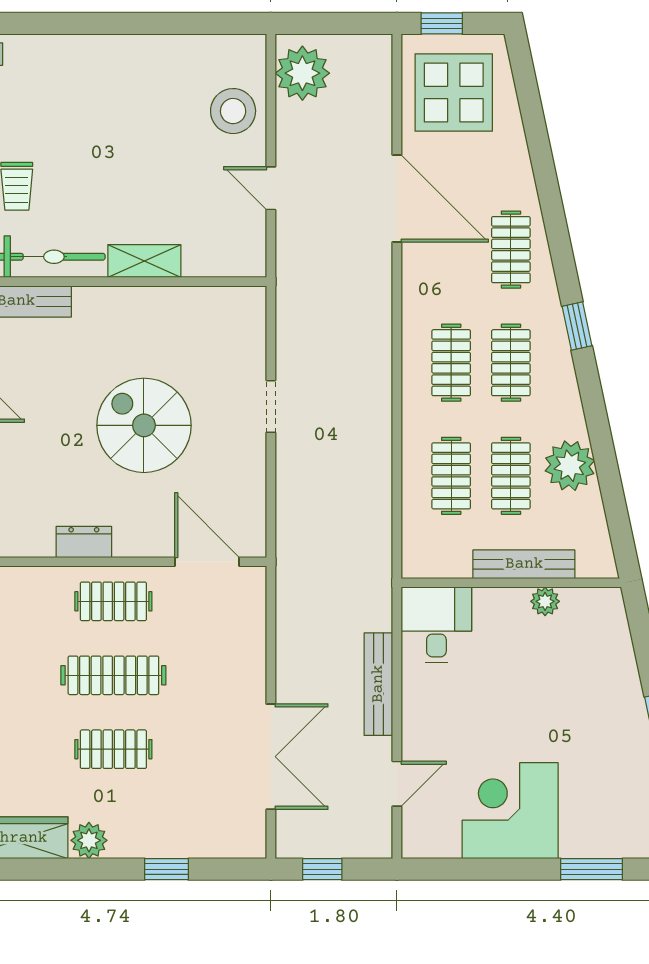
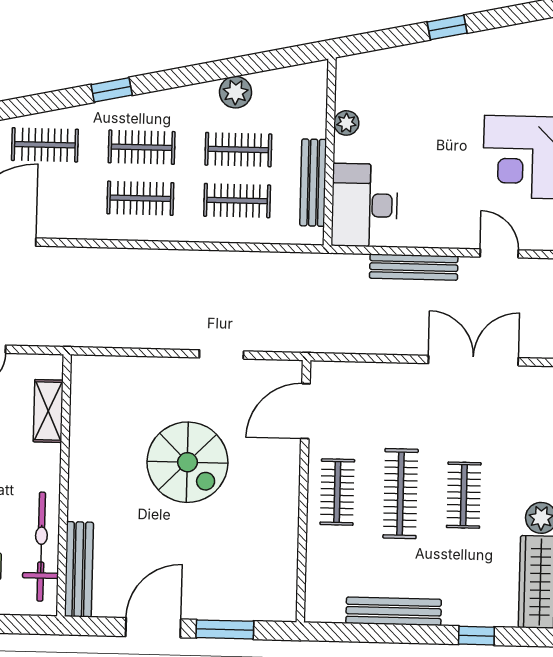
shelving: (144, 261) -> (48, 411), moved
doorway: (271, 407) -> (221, 354), moved
spiral stairs: (144, 425) -> (187, 462), turned -90
plant: (570, 466) -> (236, 92), width x0.73, depth x0.73
dresser: (84, 542) -> (286, 516), removed
bench: (524, 564) -> (313, 183), moved
desk: (436, 625) -> (365, 205), width x1.37

